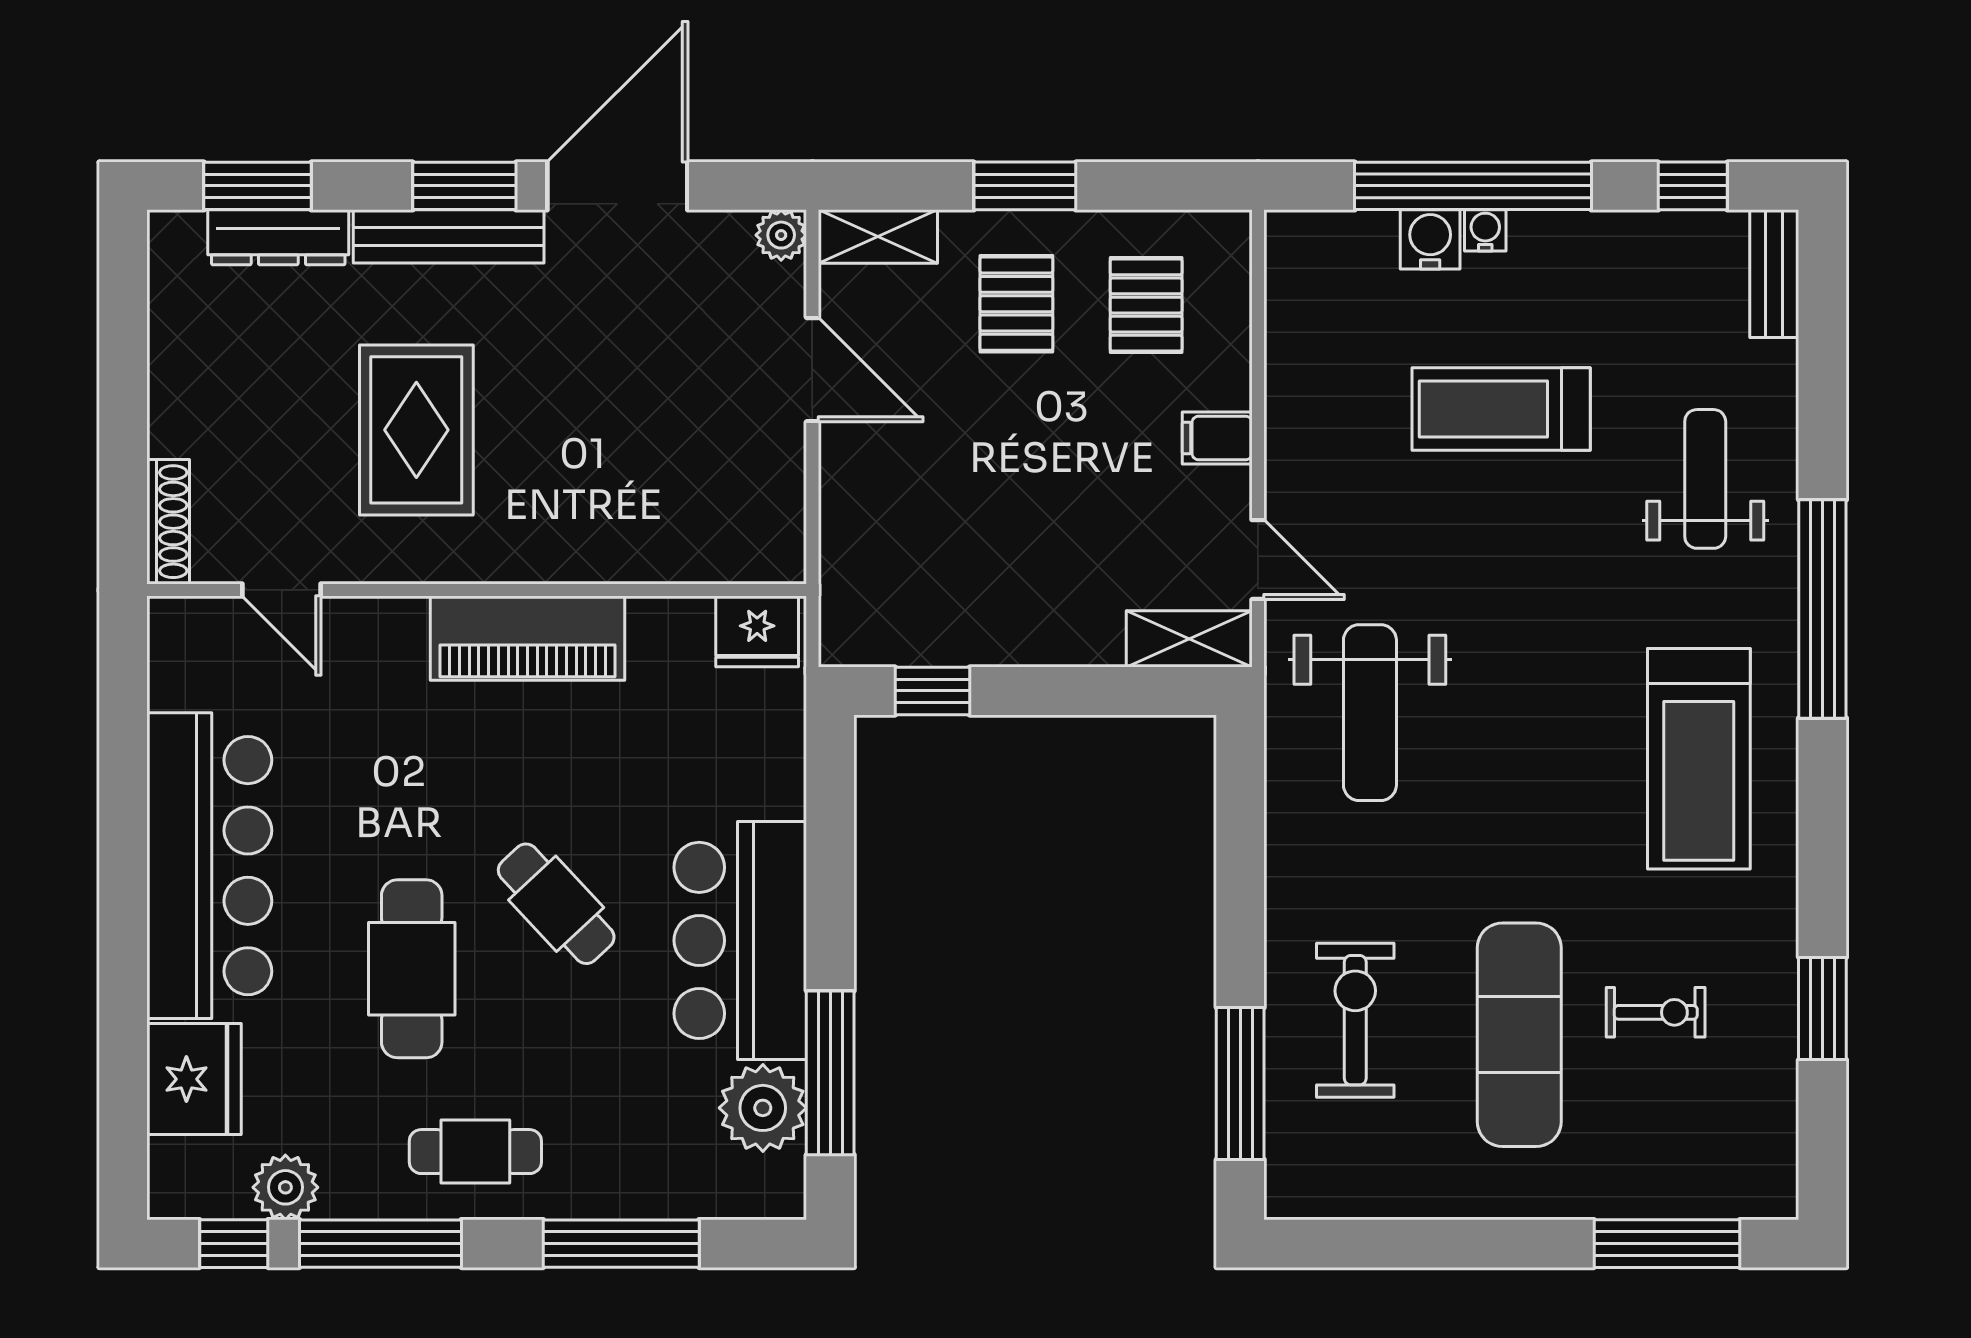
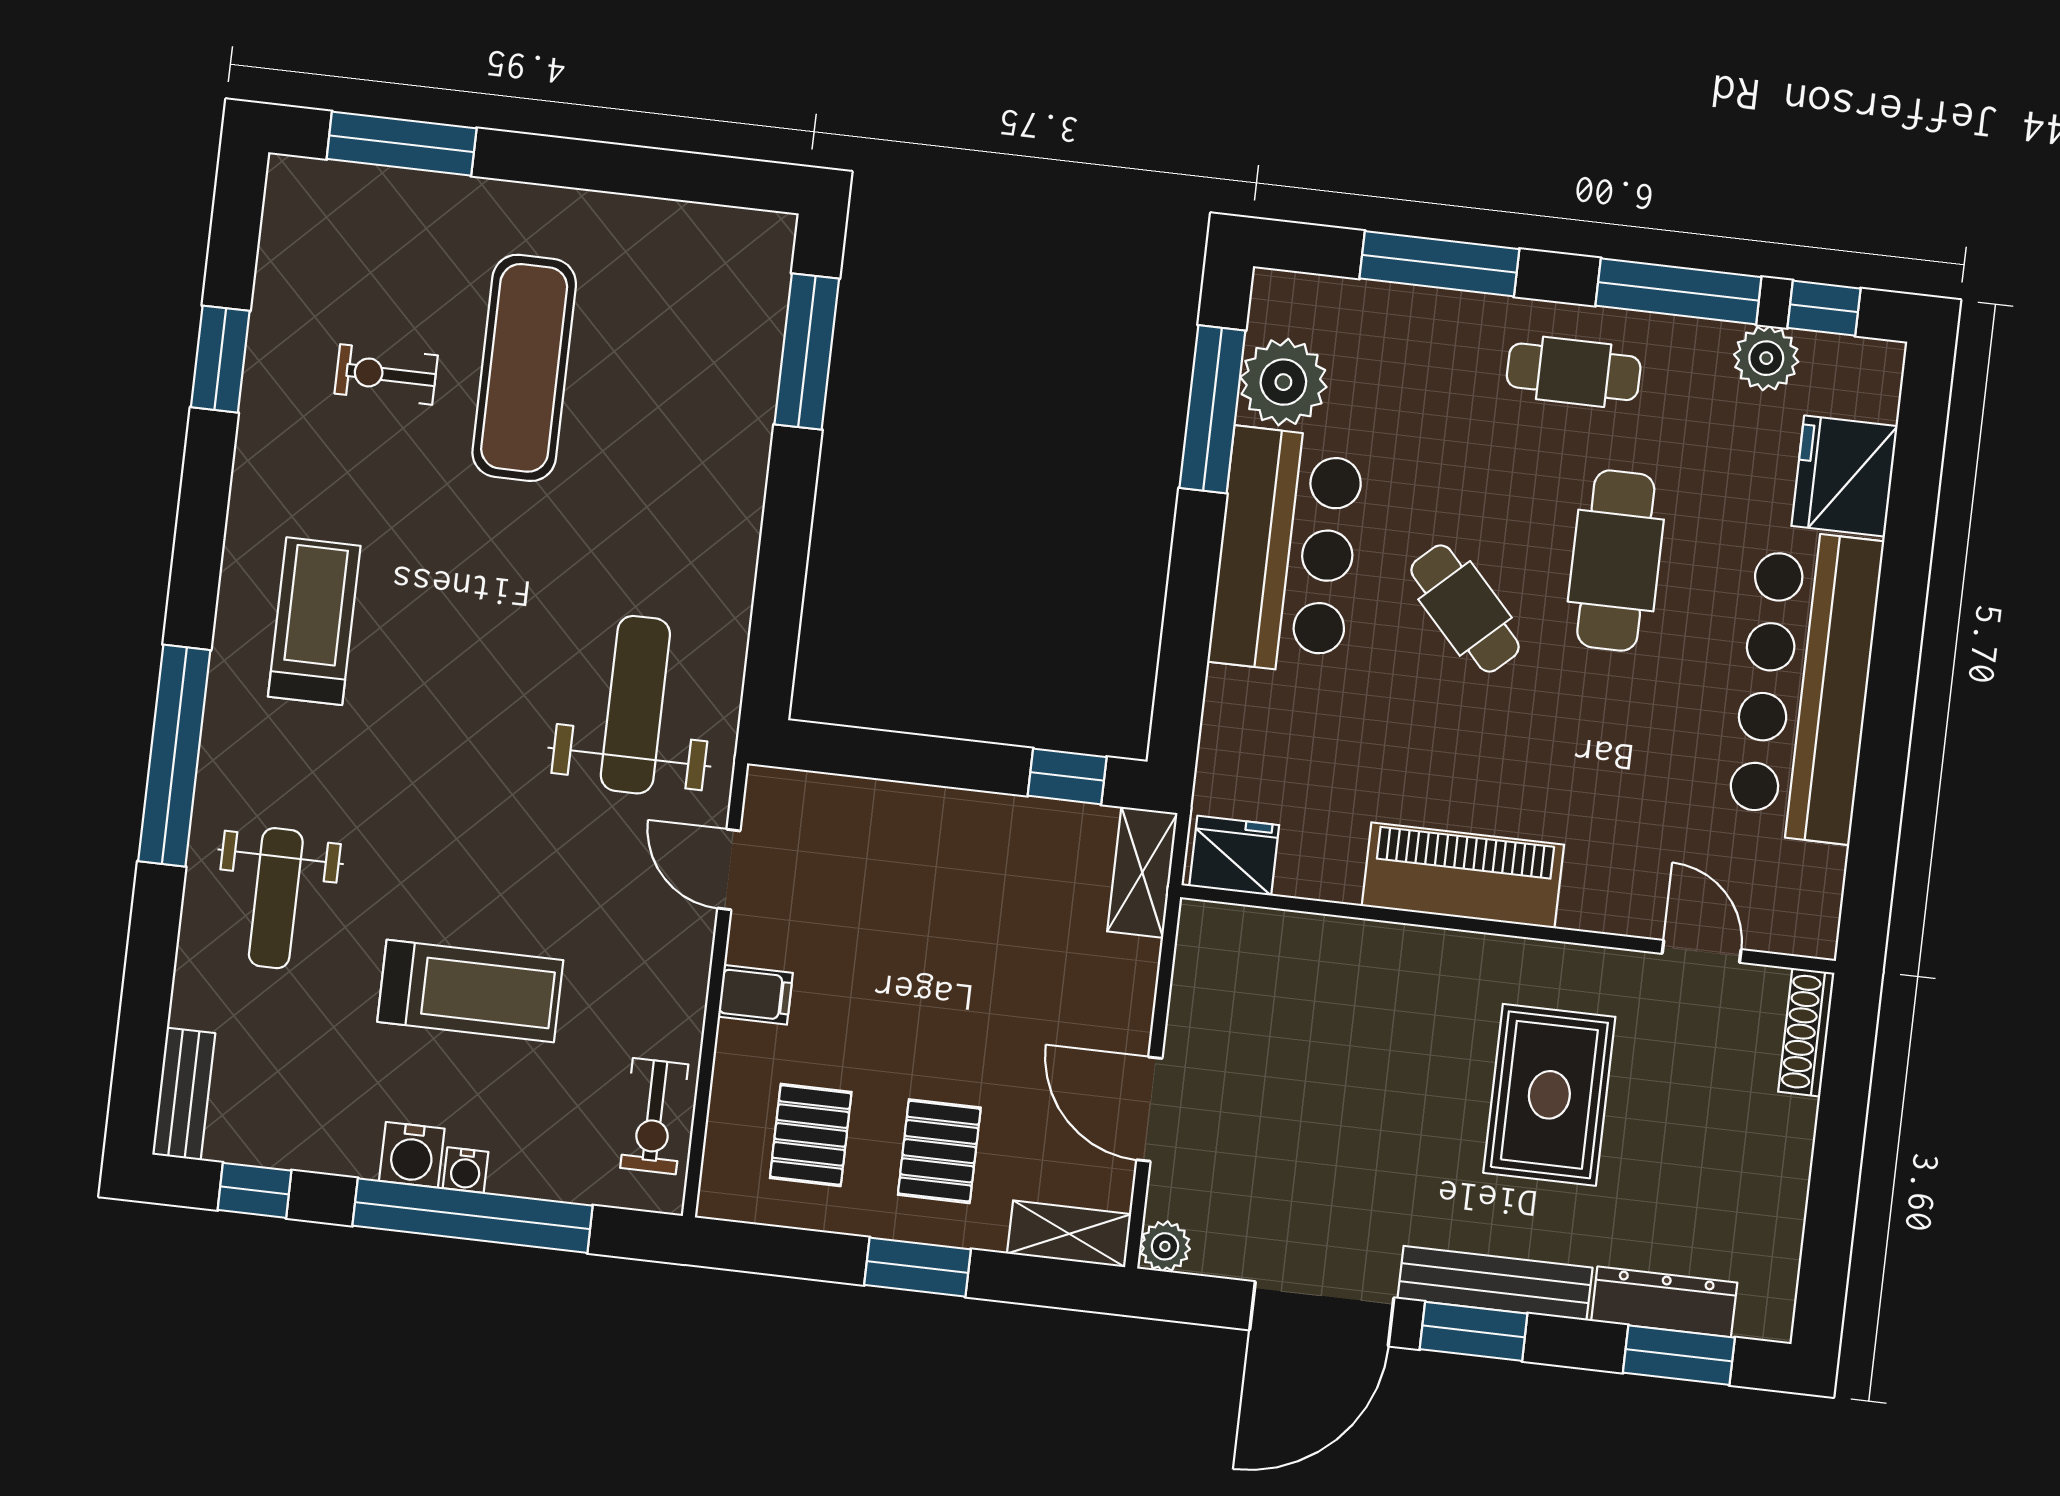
water cooler: (1430, 239) -> (412, 1155), moved
shelving: (1189, 639) -> (1142, 872), moved, turned 90
treadmill: (1699, 759) -> (314, 621), width x0.73, depth x0.73
exercise bike: (1355, 1020) -> (654, 1116), moved, width x0.73, depth x0.72

